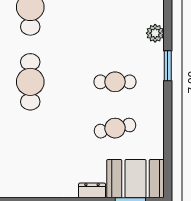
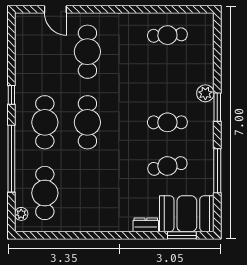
plant: (155, 33) -> (205, 93), moved
window: (168, 133) -> (217, 171), added

